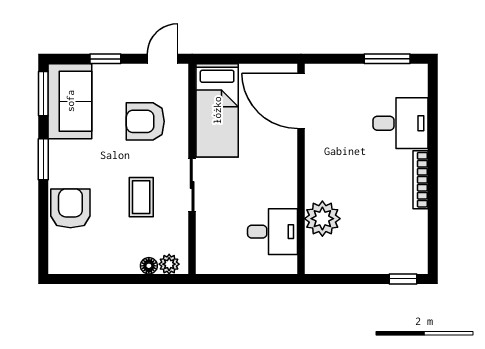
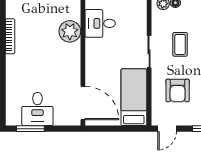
armchair: (145, 121) -> (178, 91), turned 90
desk: (401, 123) -> (37, 109), moved, turned -90
bookcase: (421, 180) -> (10, 36), moved

